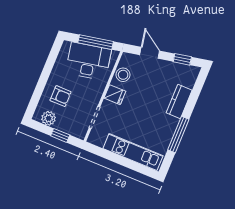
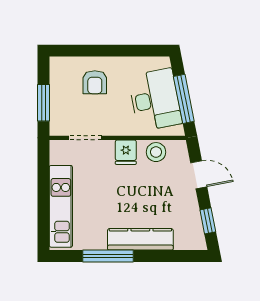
door: (150, 53) -> (199, 175), hinge flipped
kitchen counter: (179, 102) -> (140, 239), width x1.50
plant: (49, 118) -> (59, 79), removed
window: (60, 135) -> (43, 103), width x1.50

